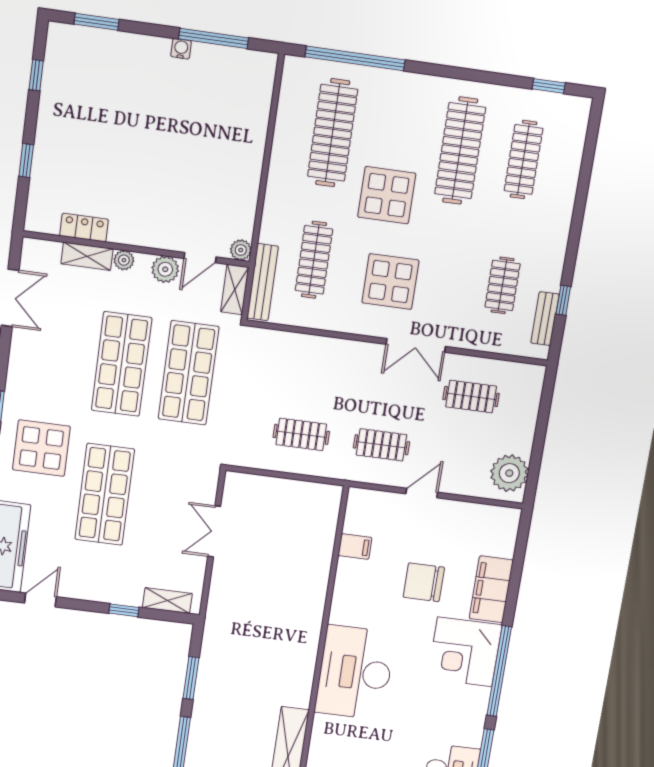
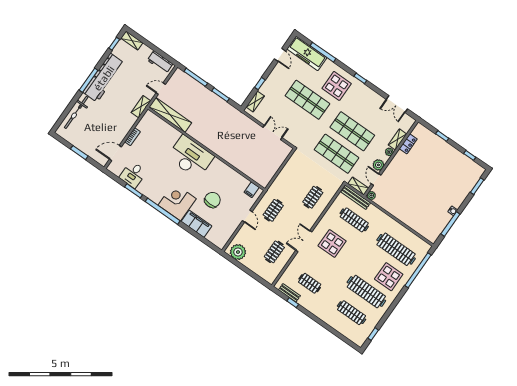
display table: (387, 195) -> (389, 277), moved
clothes rail: (301, 434) -> (313, 197), moved
filing cabinet: (355, 547) -> (252, 190), moved

